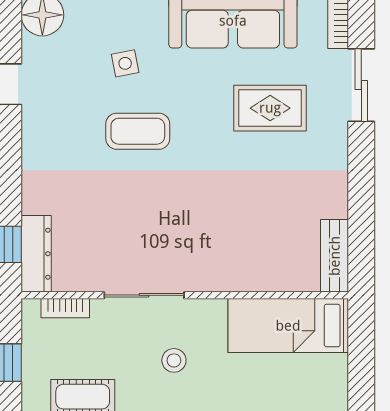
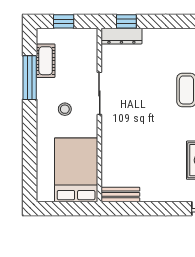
bookcase: (65, 308) -> (93, 52), removed
bed: (288, 326) -> (76, 170), width x1.50

